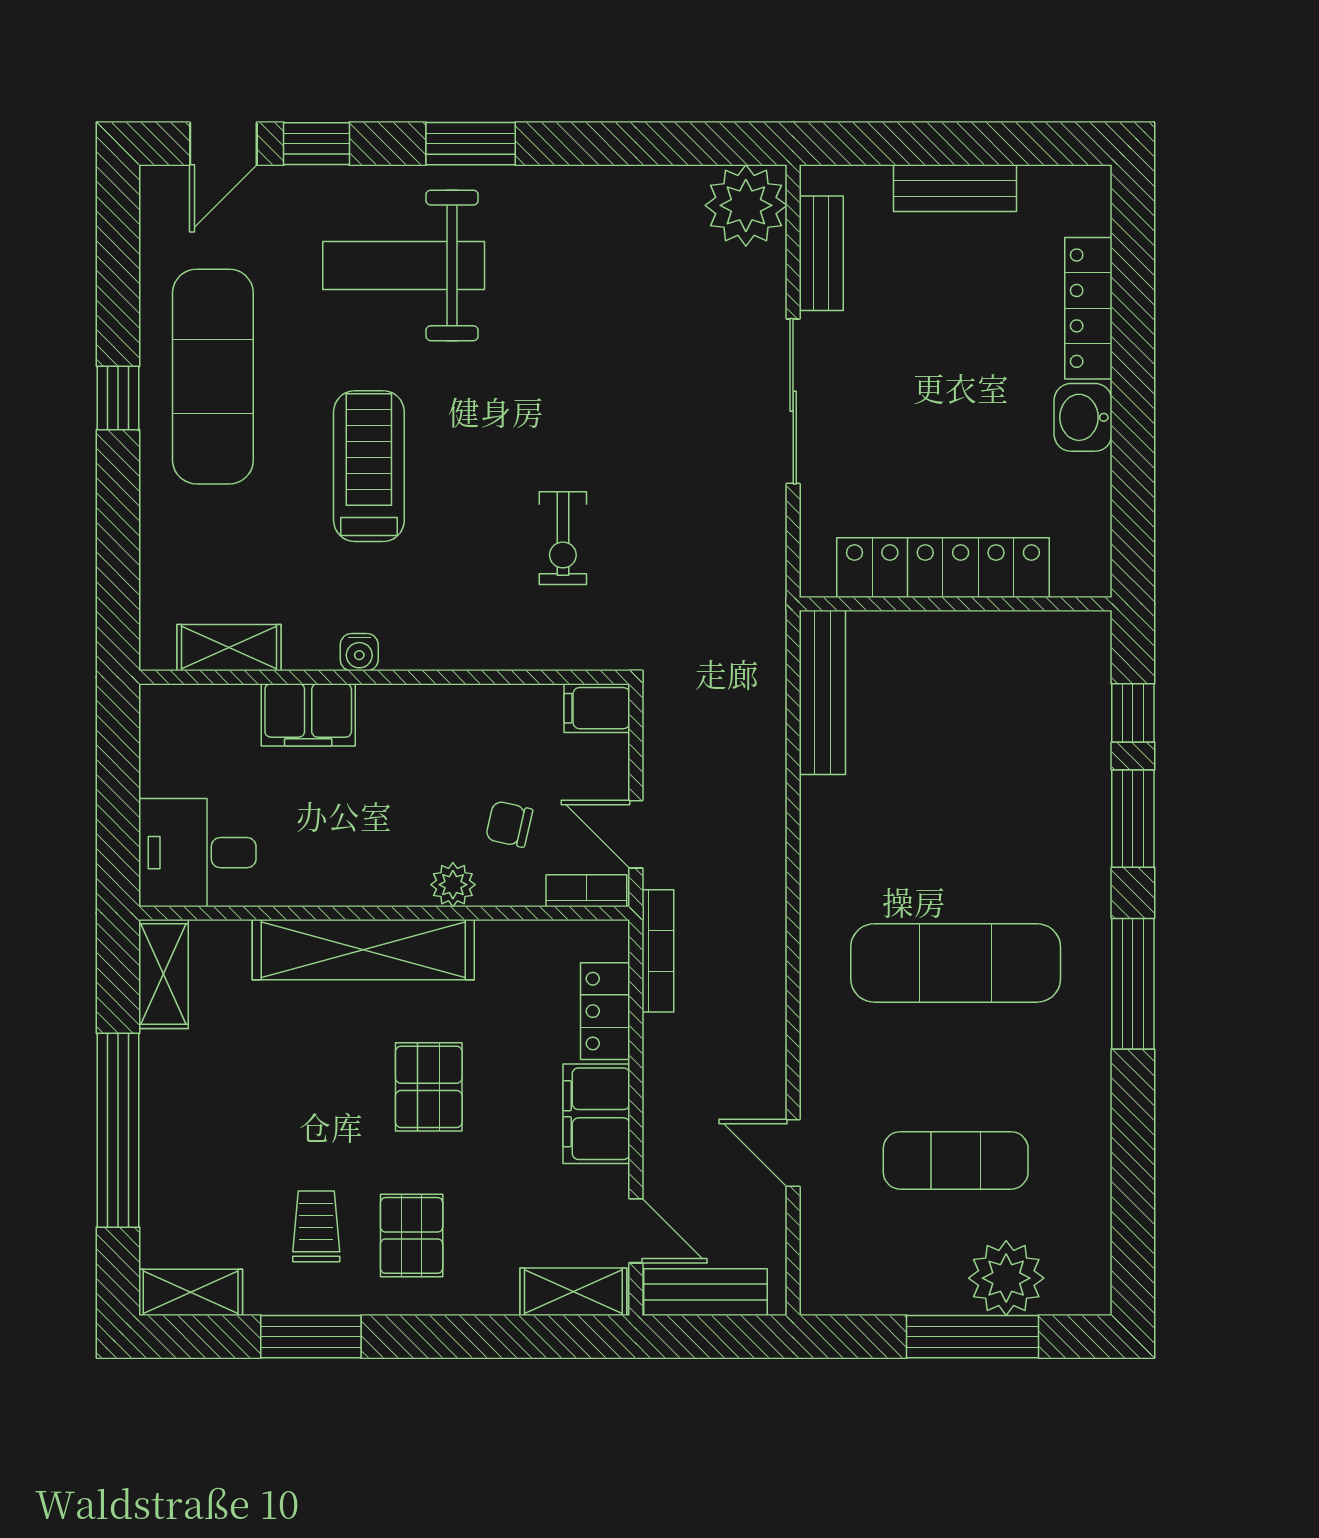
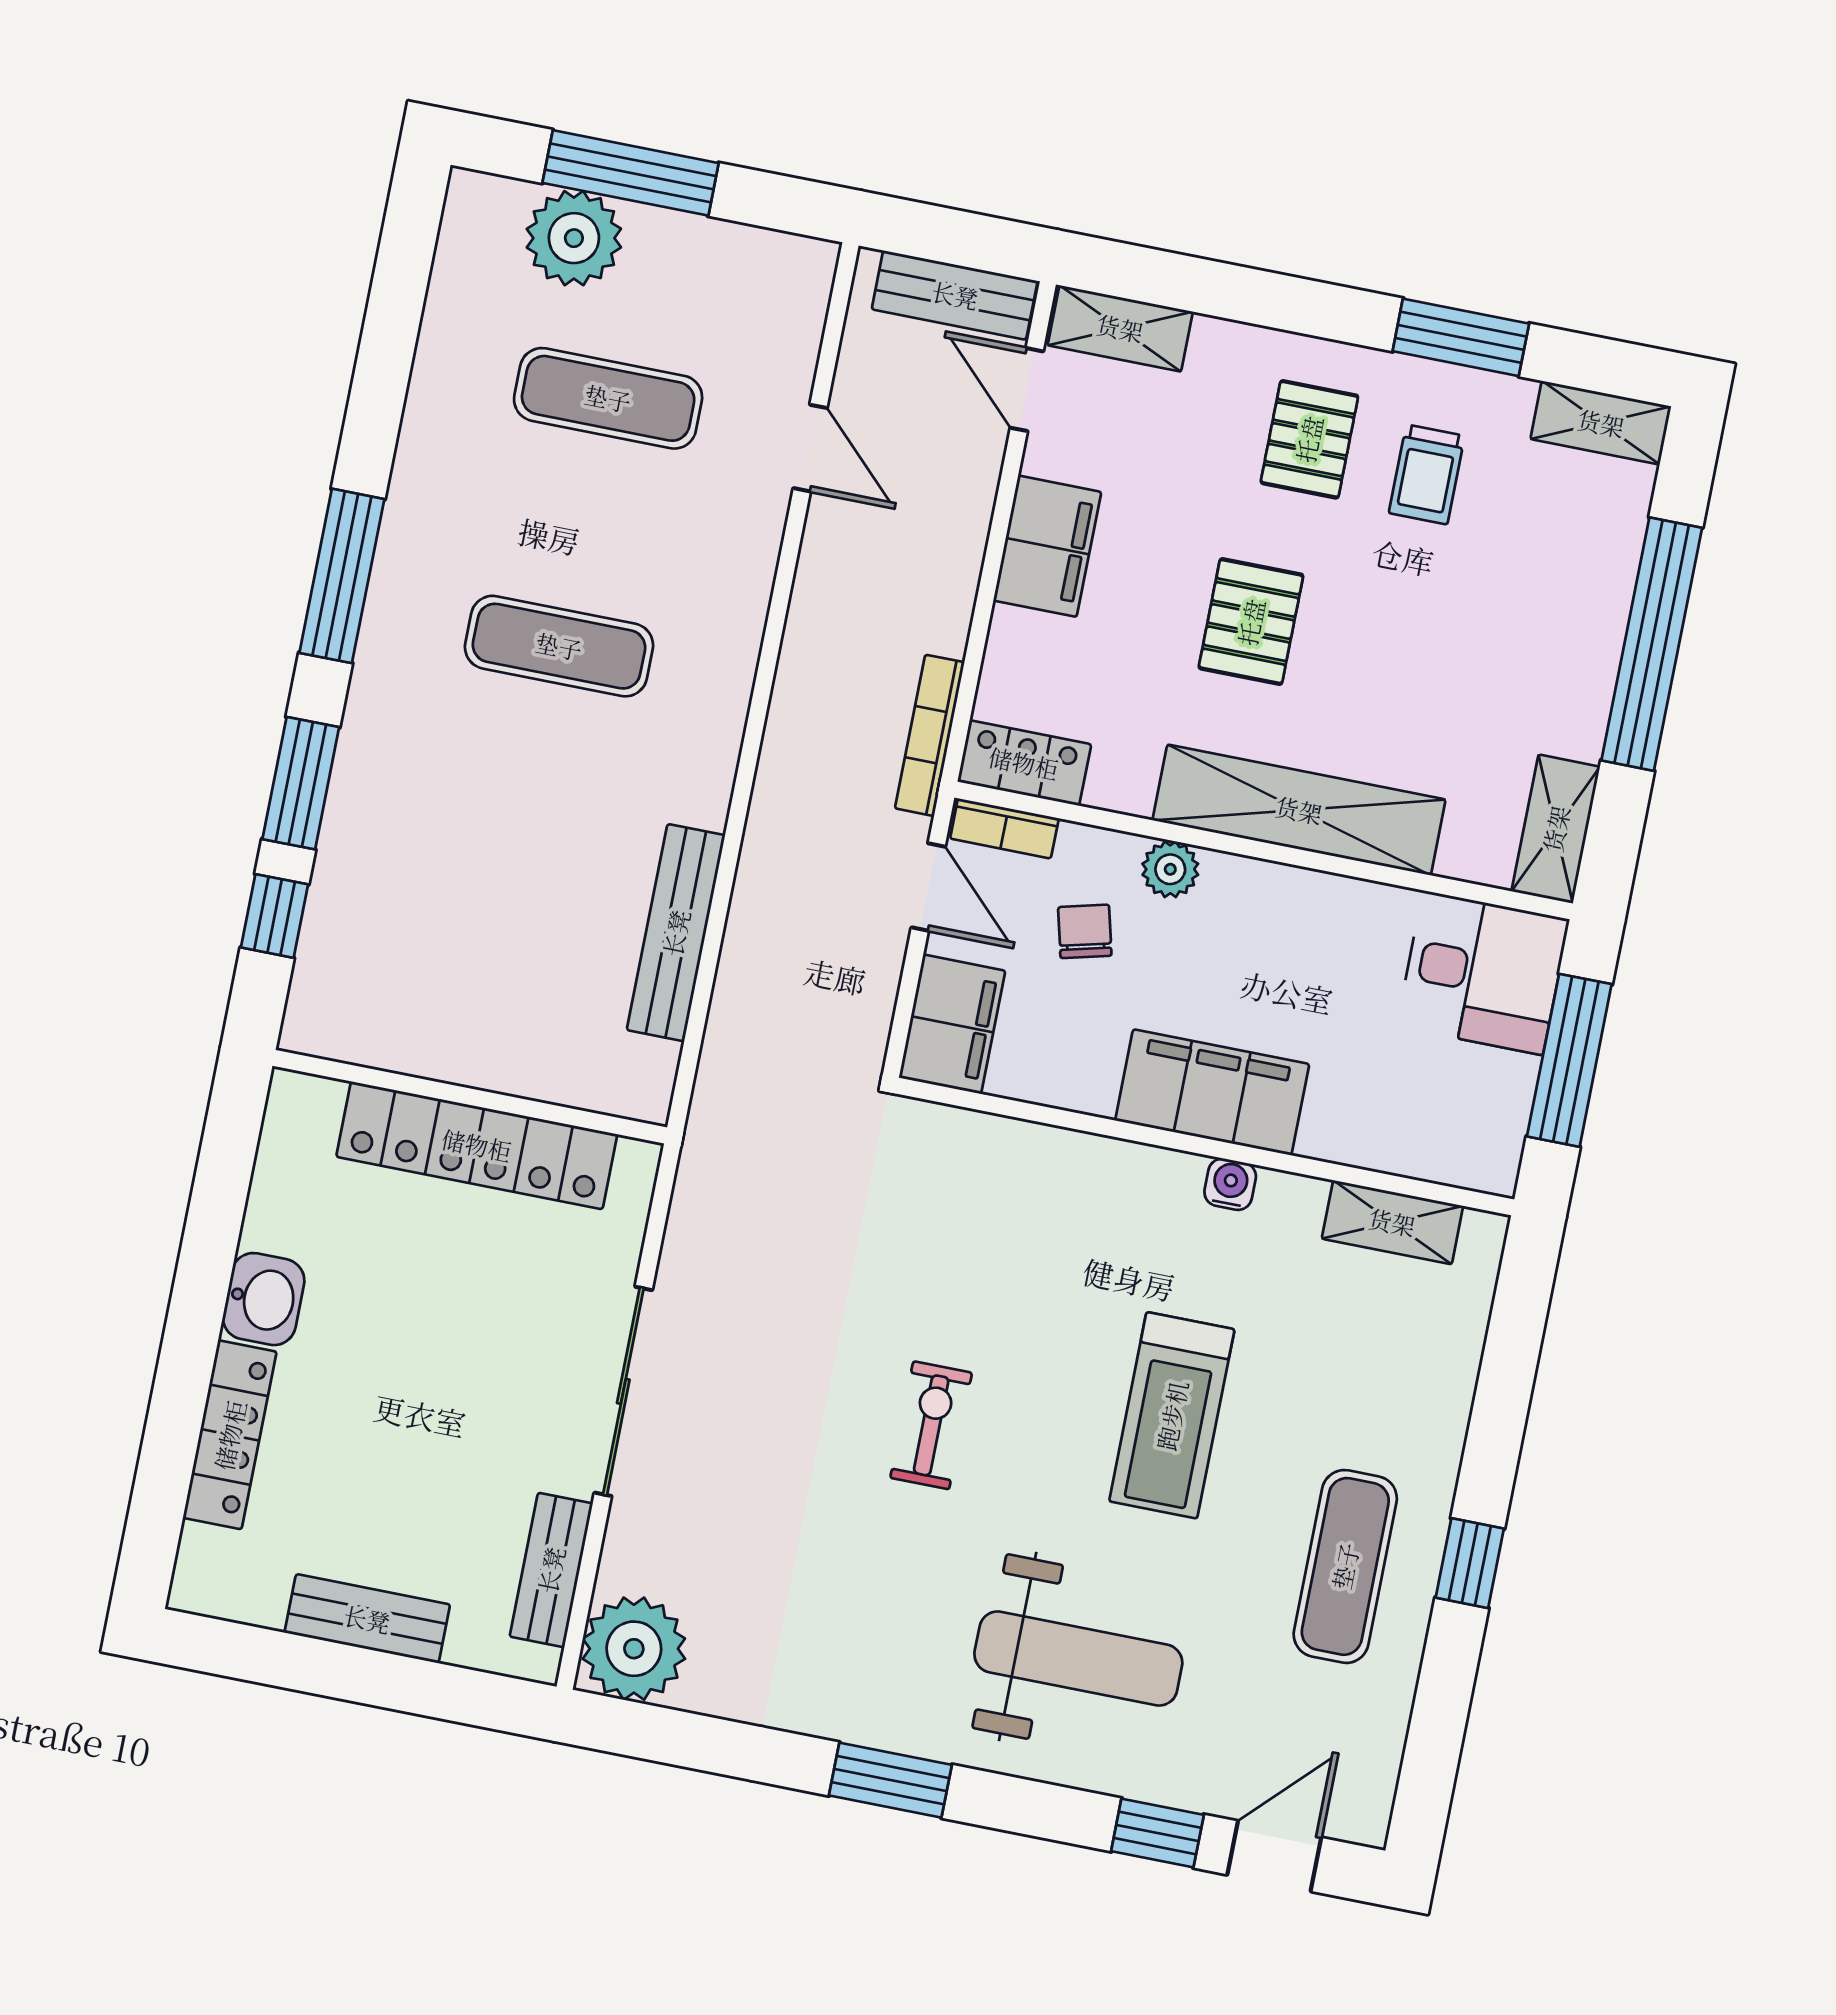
window: (471, 144) -> (890, 1780), moved
exercise mat: (213, 377) -> (1345, 1566), width x0.73, depth x0.69
exercise bike: (563, 538) -> (931, 1425), moved
bench: (822, 692) -> (676, 933), moved
filing cabinet: (597, 708) -> (952, 1024), width x2.00
filing cabinet: (308, 715) -> (1212, 1092), moved, width x1.50, depth x1.17
window: (118, 799) -> (1569, 1060), added
chair: (509, 824) -> (1085, 931), turned -117
exercise mat: (956, 963) -> (559, 646), width x0.73, depth x0.69
locker: (605, 1011) -> (1024, 763), moved, turned -90

